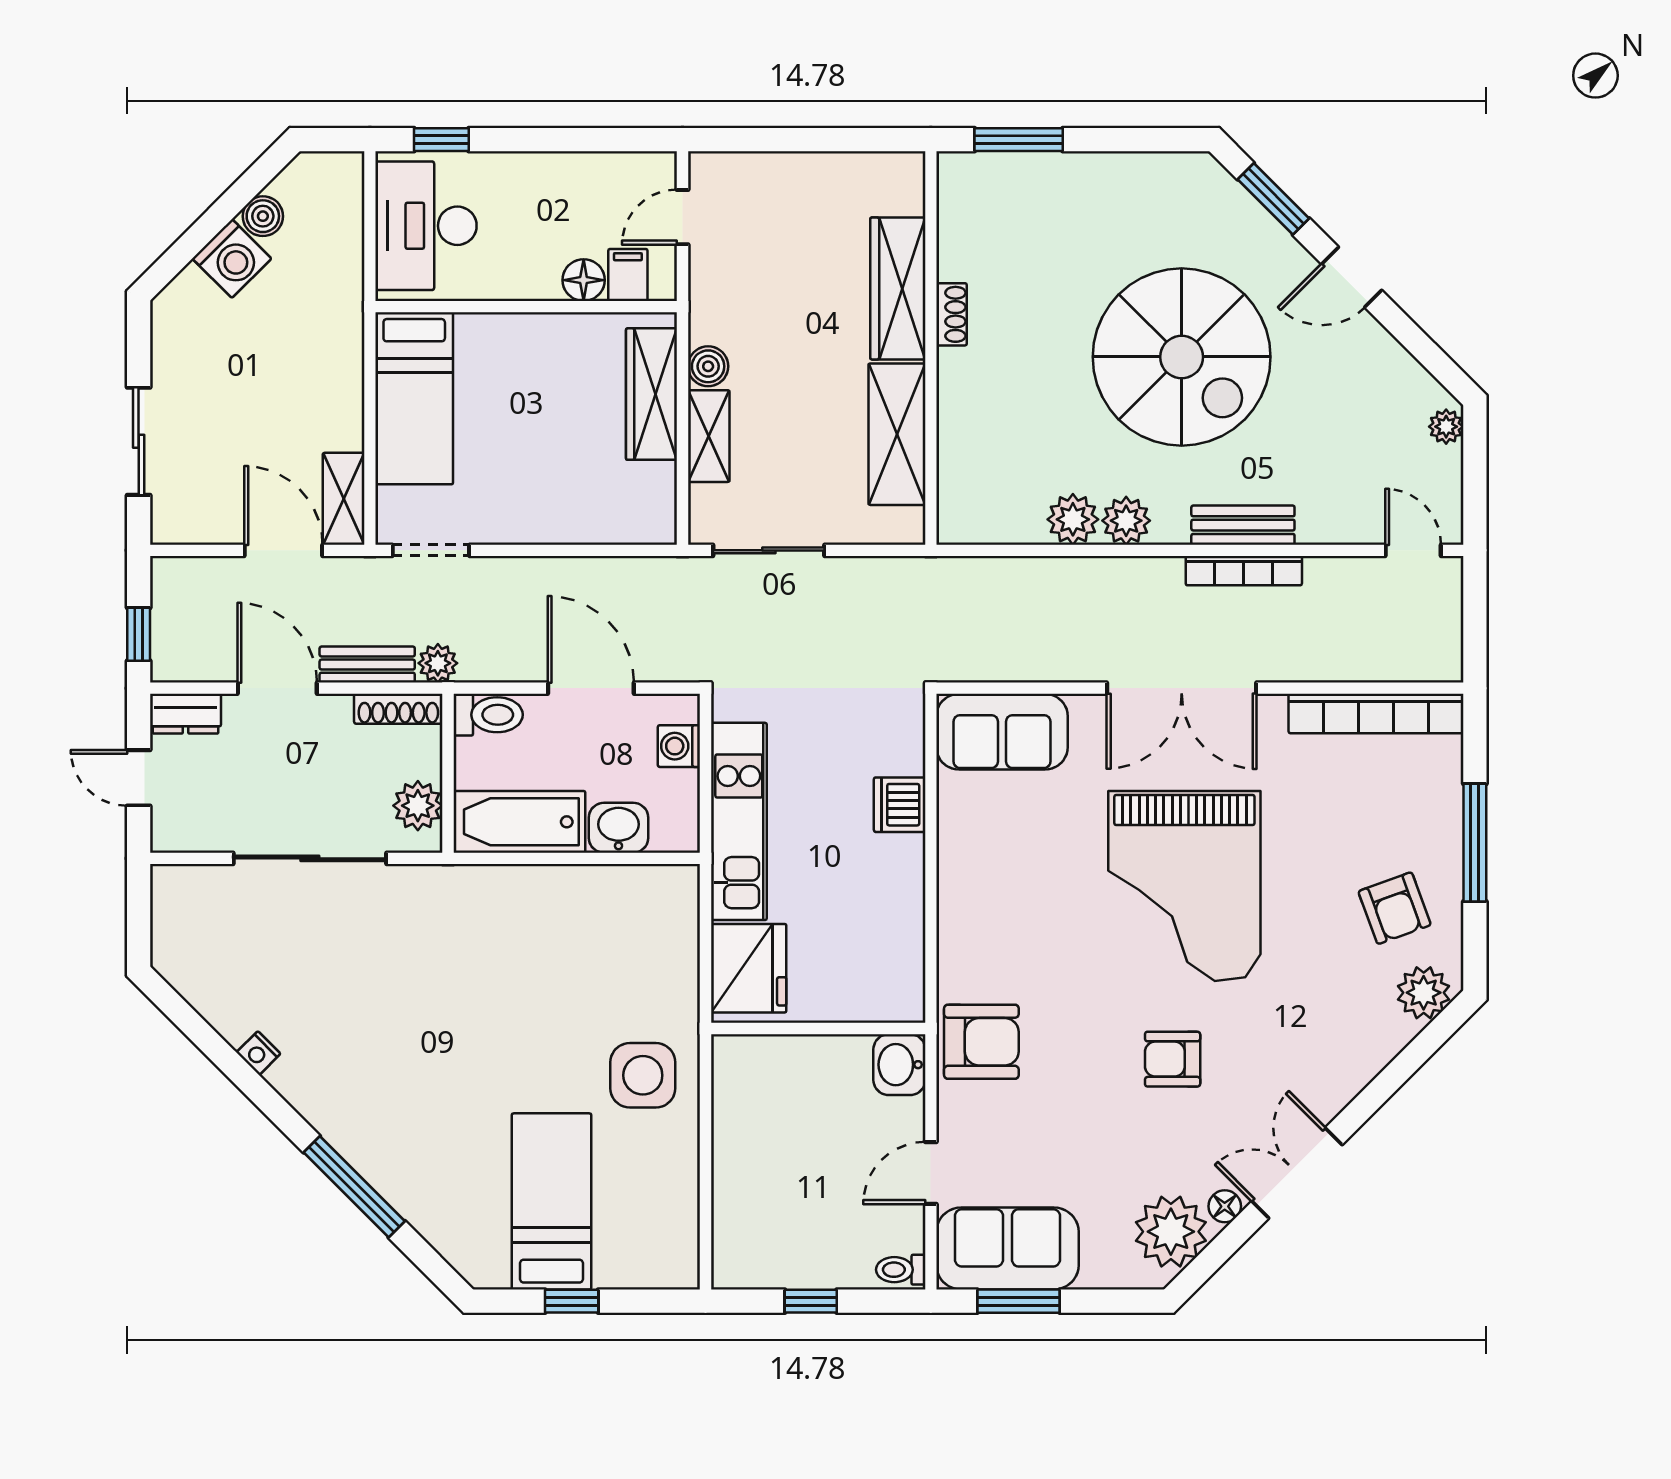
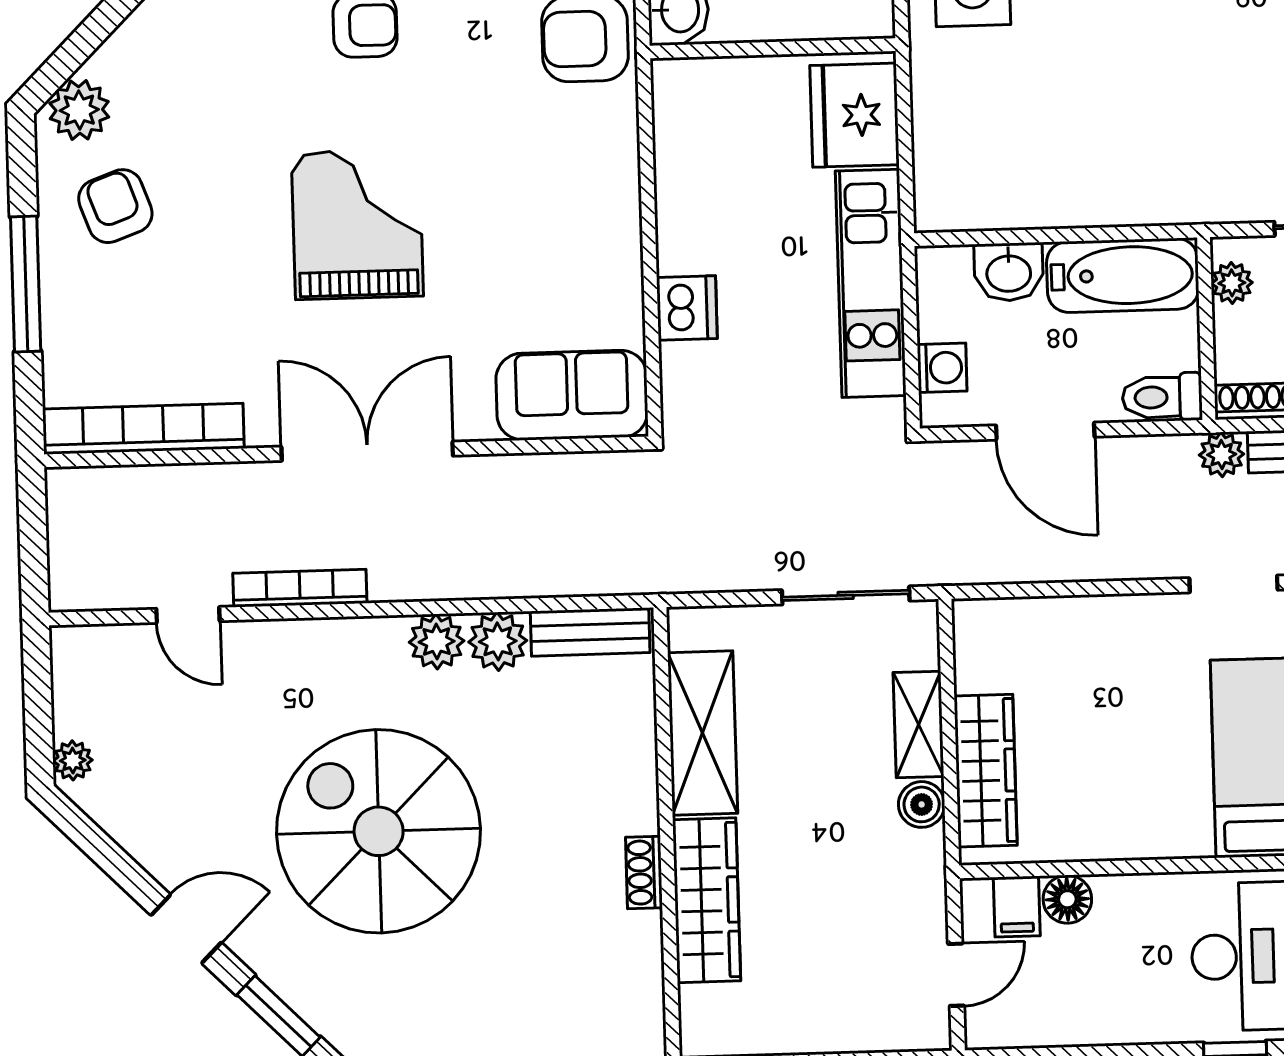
bench: (1243, 525) -> (590, 632), moved
door: (1413, 550) -> (188, 615), moved
plant: (418, 806) -> (1232, 283), width x0.73, depth x0.73
grand piano: (1184, 886) -> (357, 224), width x0.73, depth x0.68

